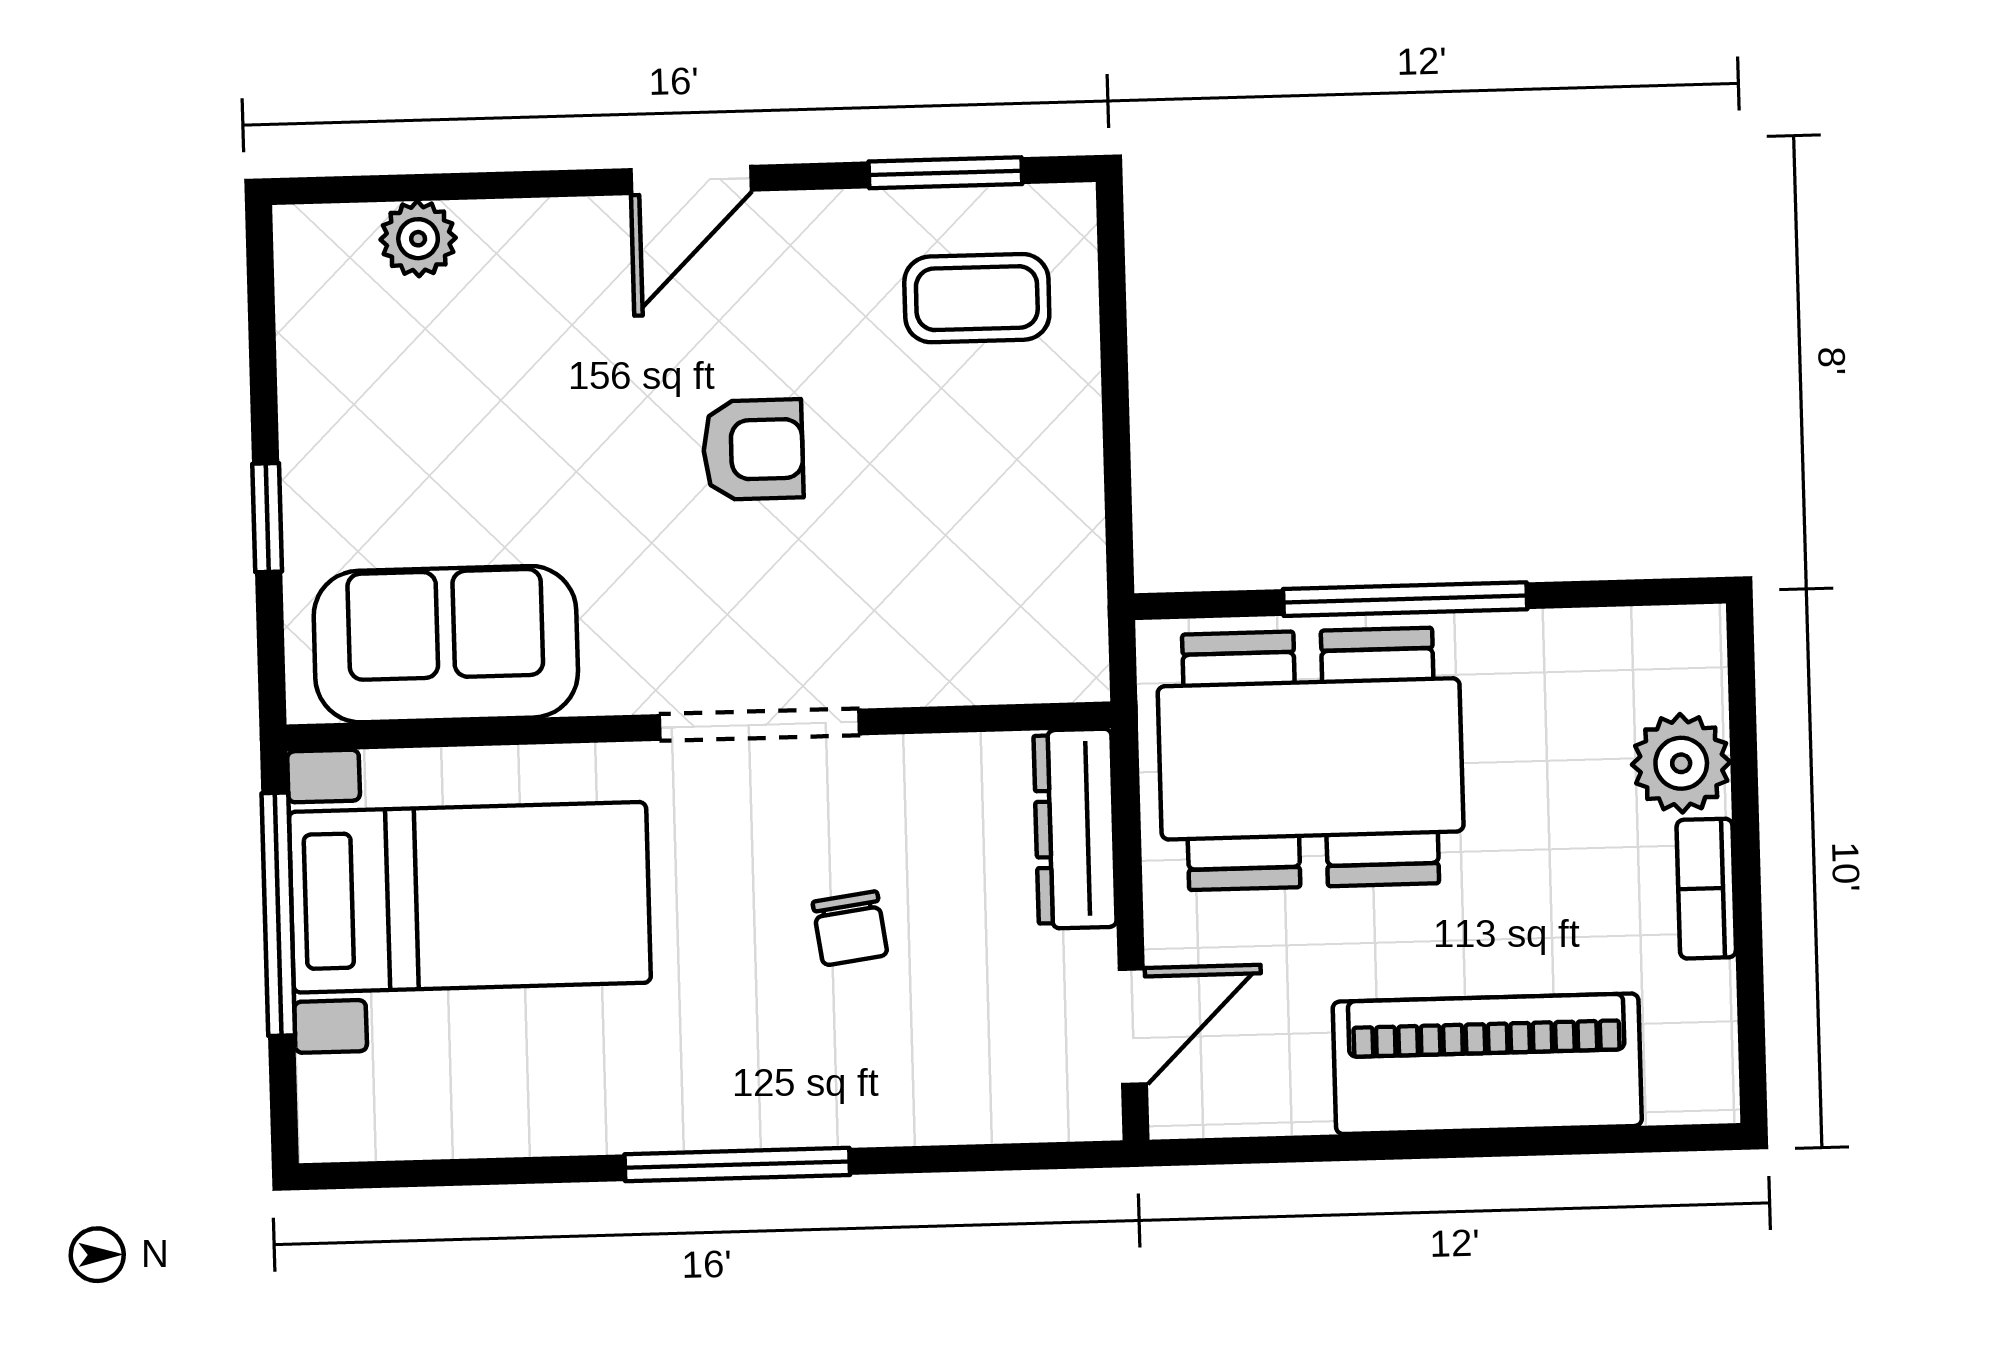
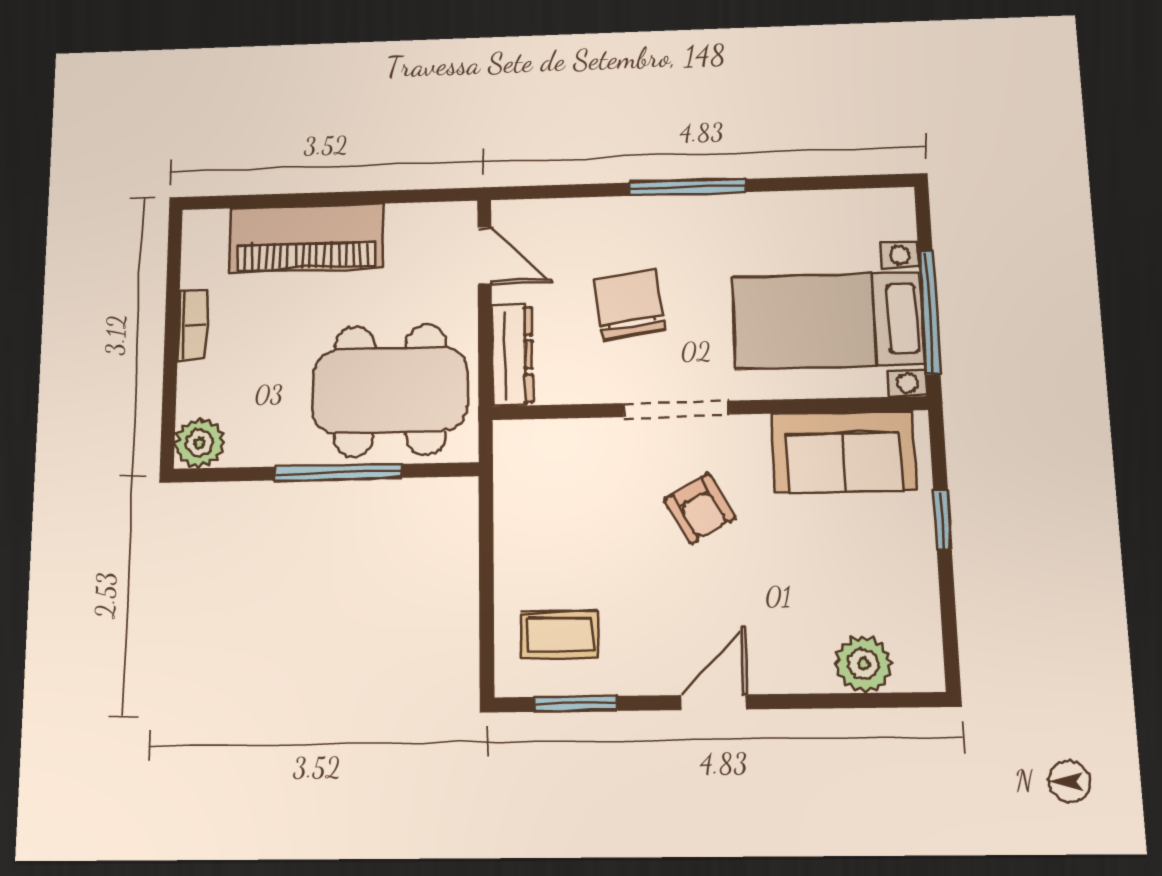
plant: (418, 239) -> (864, 664), width x1.38, depth x1.38
armchair: (753, 450) -> (700, 509), moved, turned -119
plant: (1681, 763) -> (200, 443), moved
chair: (850, 928) -> (629, 305), width x1.87, depth x1.87
door: (1133, 1027) -> (484, 256), swing flipped

